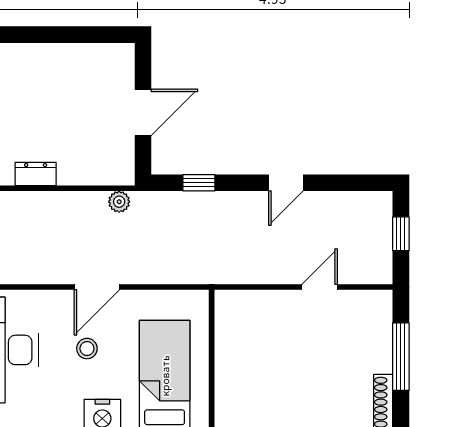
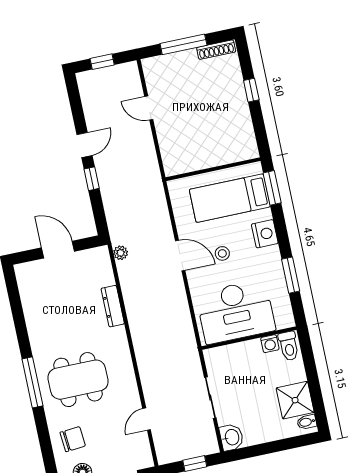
dresser: (36, 174) -> (113, 306), width x1.44
window: (199, 183) -> (92, 179), moved
door: (286, 183) -> (85, 145), hinge flipped

